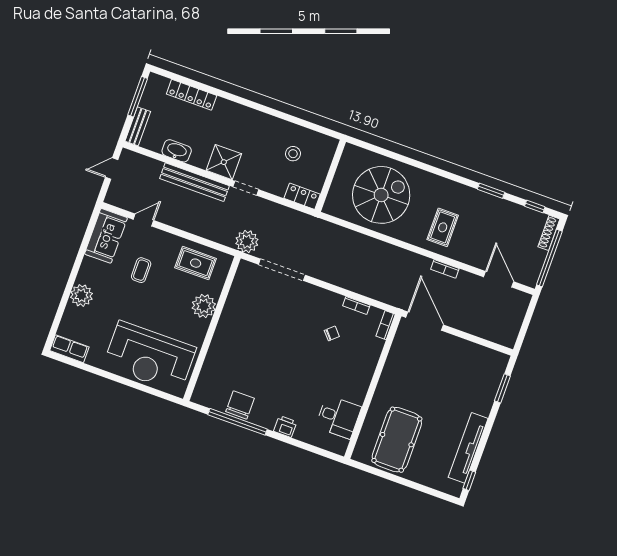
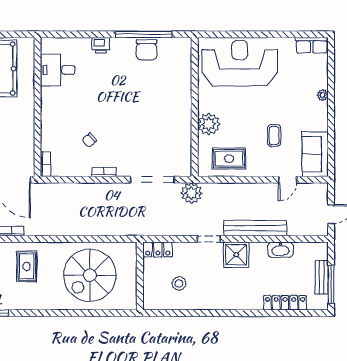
bench: (138, 126) -> (322, 277), moved
plant: (81, 295) -> (323, 95), width x0.53, depth x0.53
bookcase: (356, 305) -> (104, 172), moved

